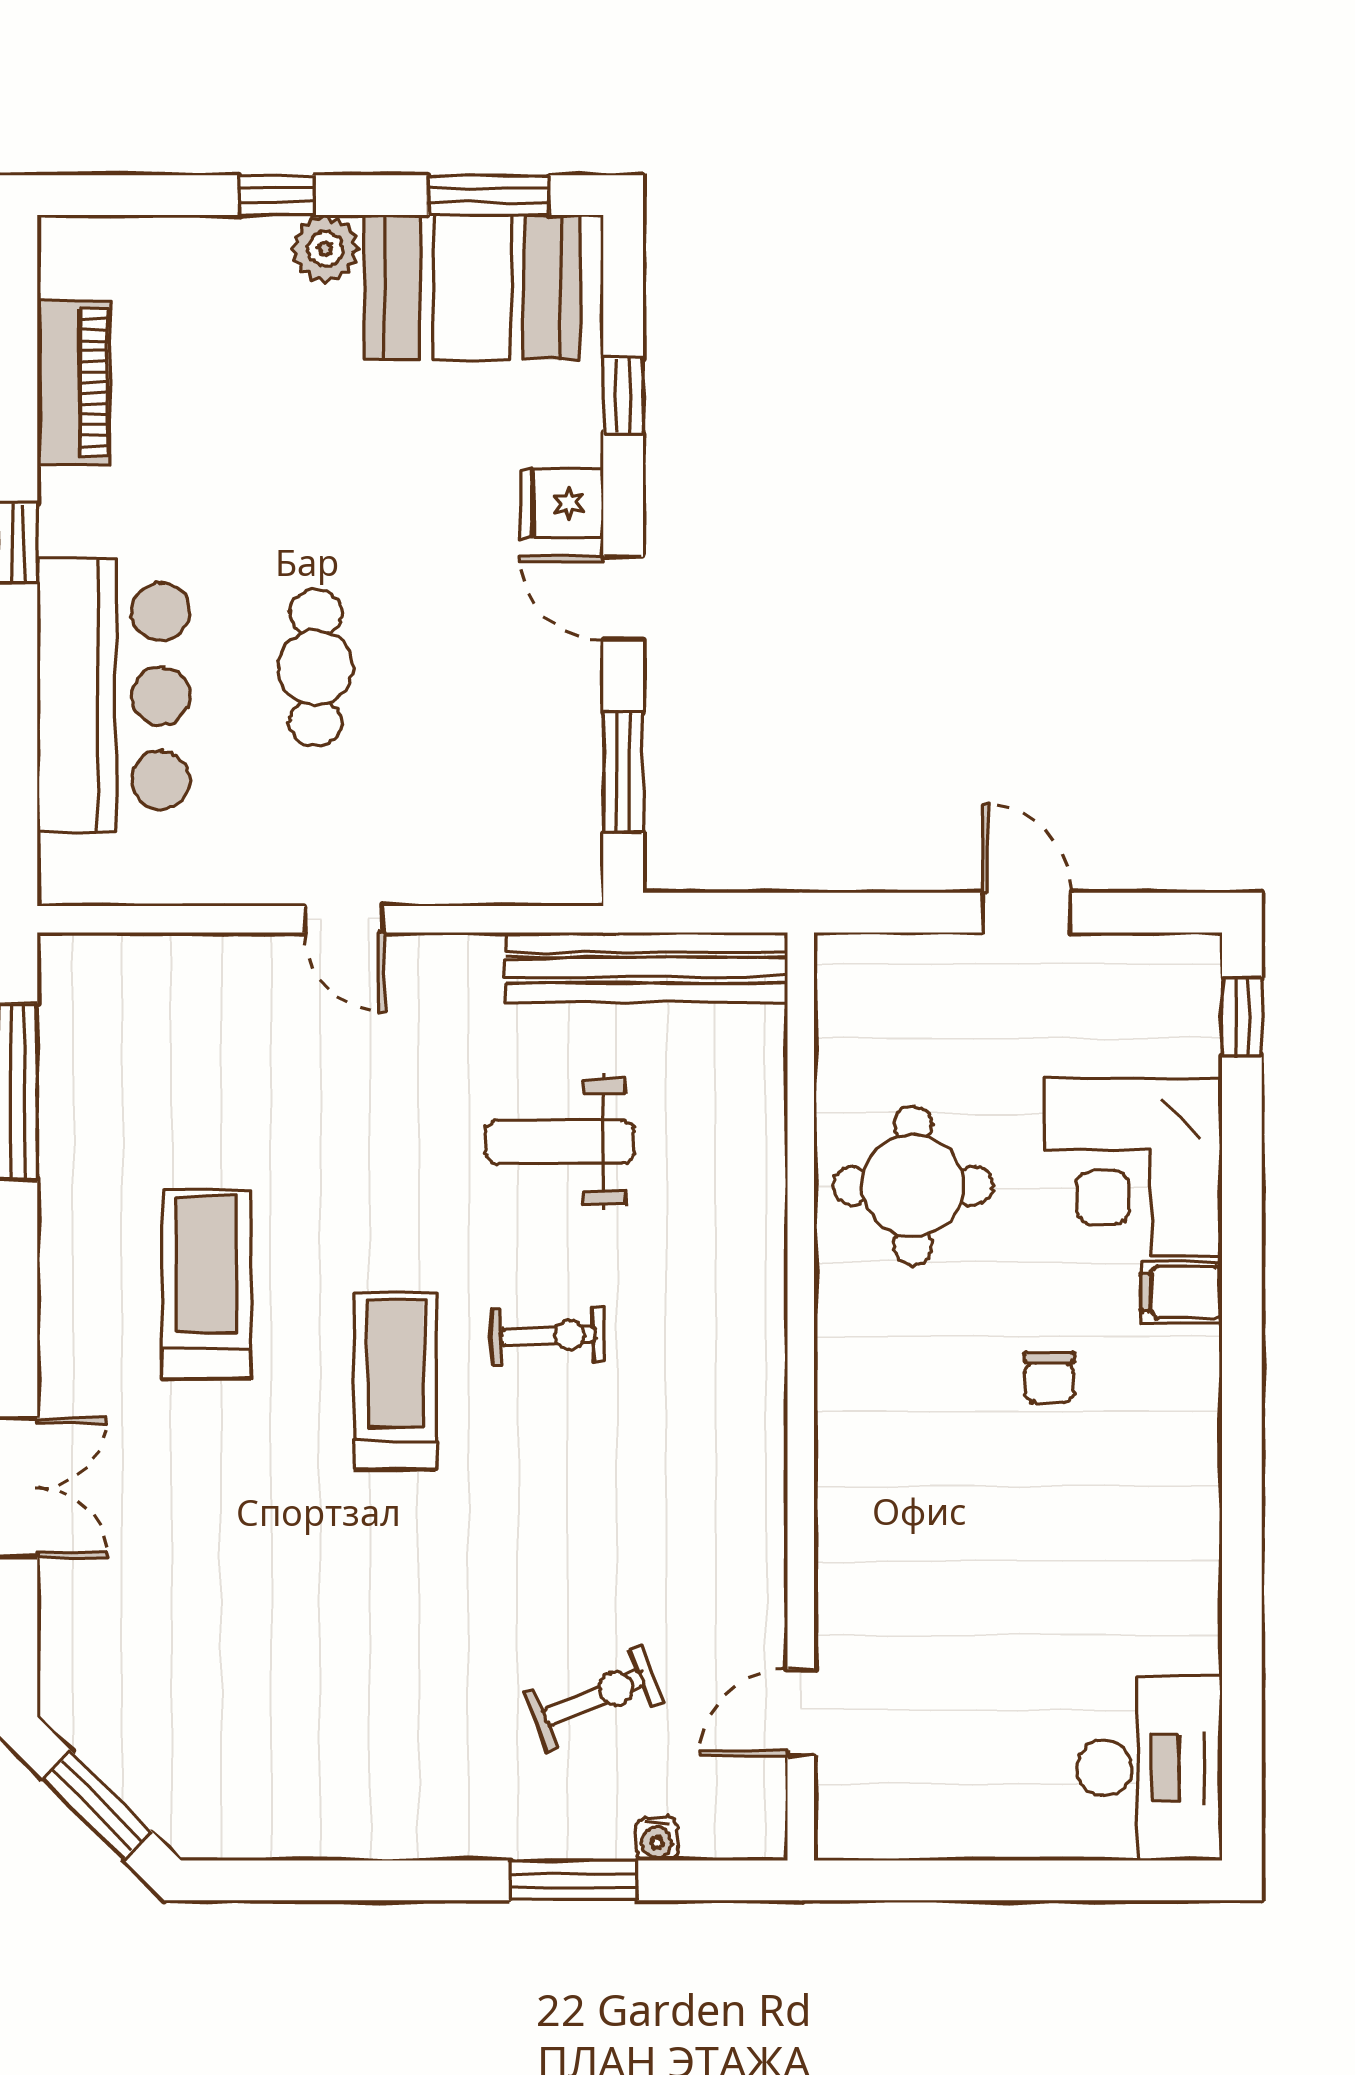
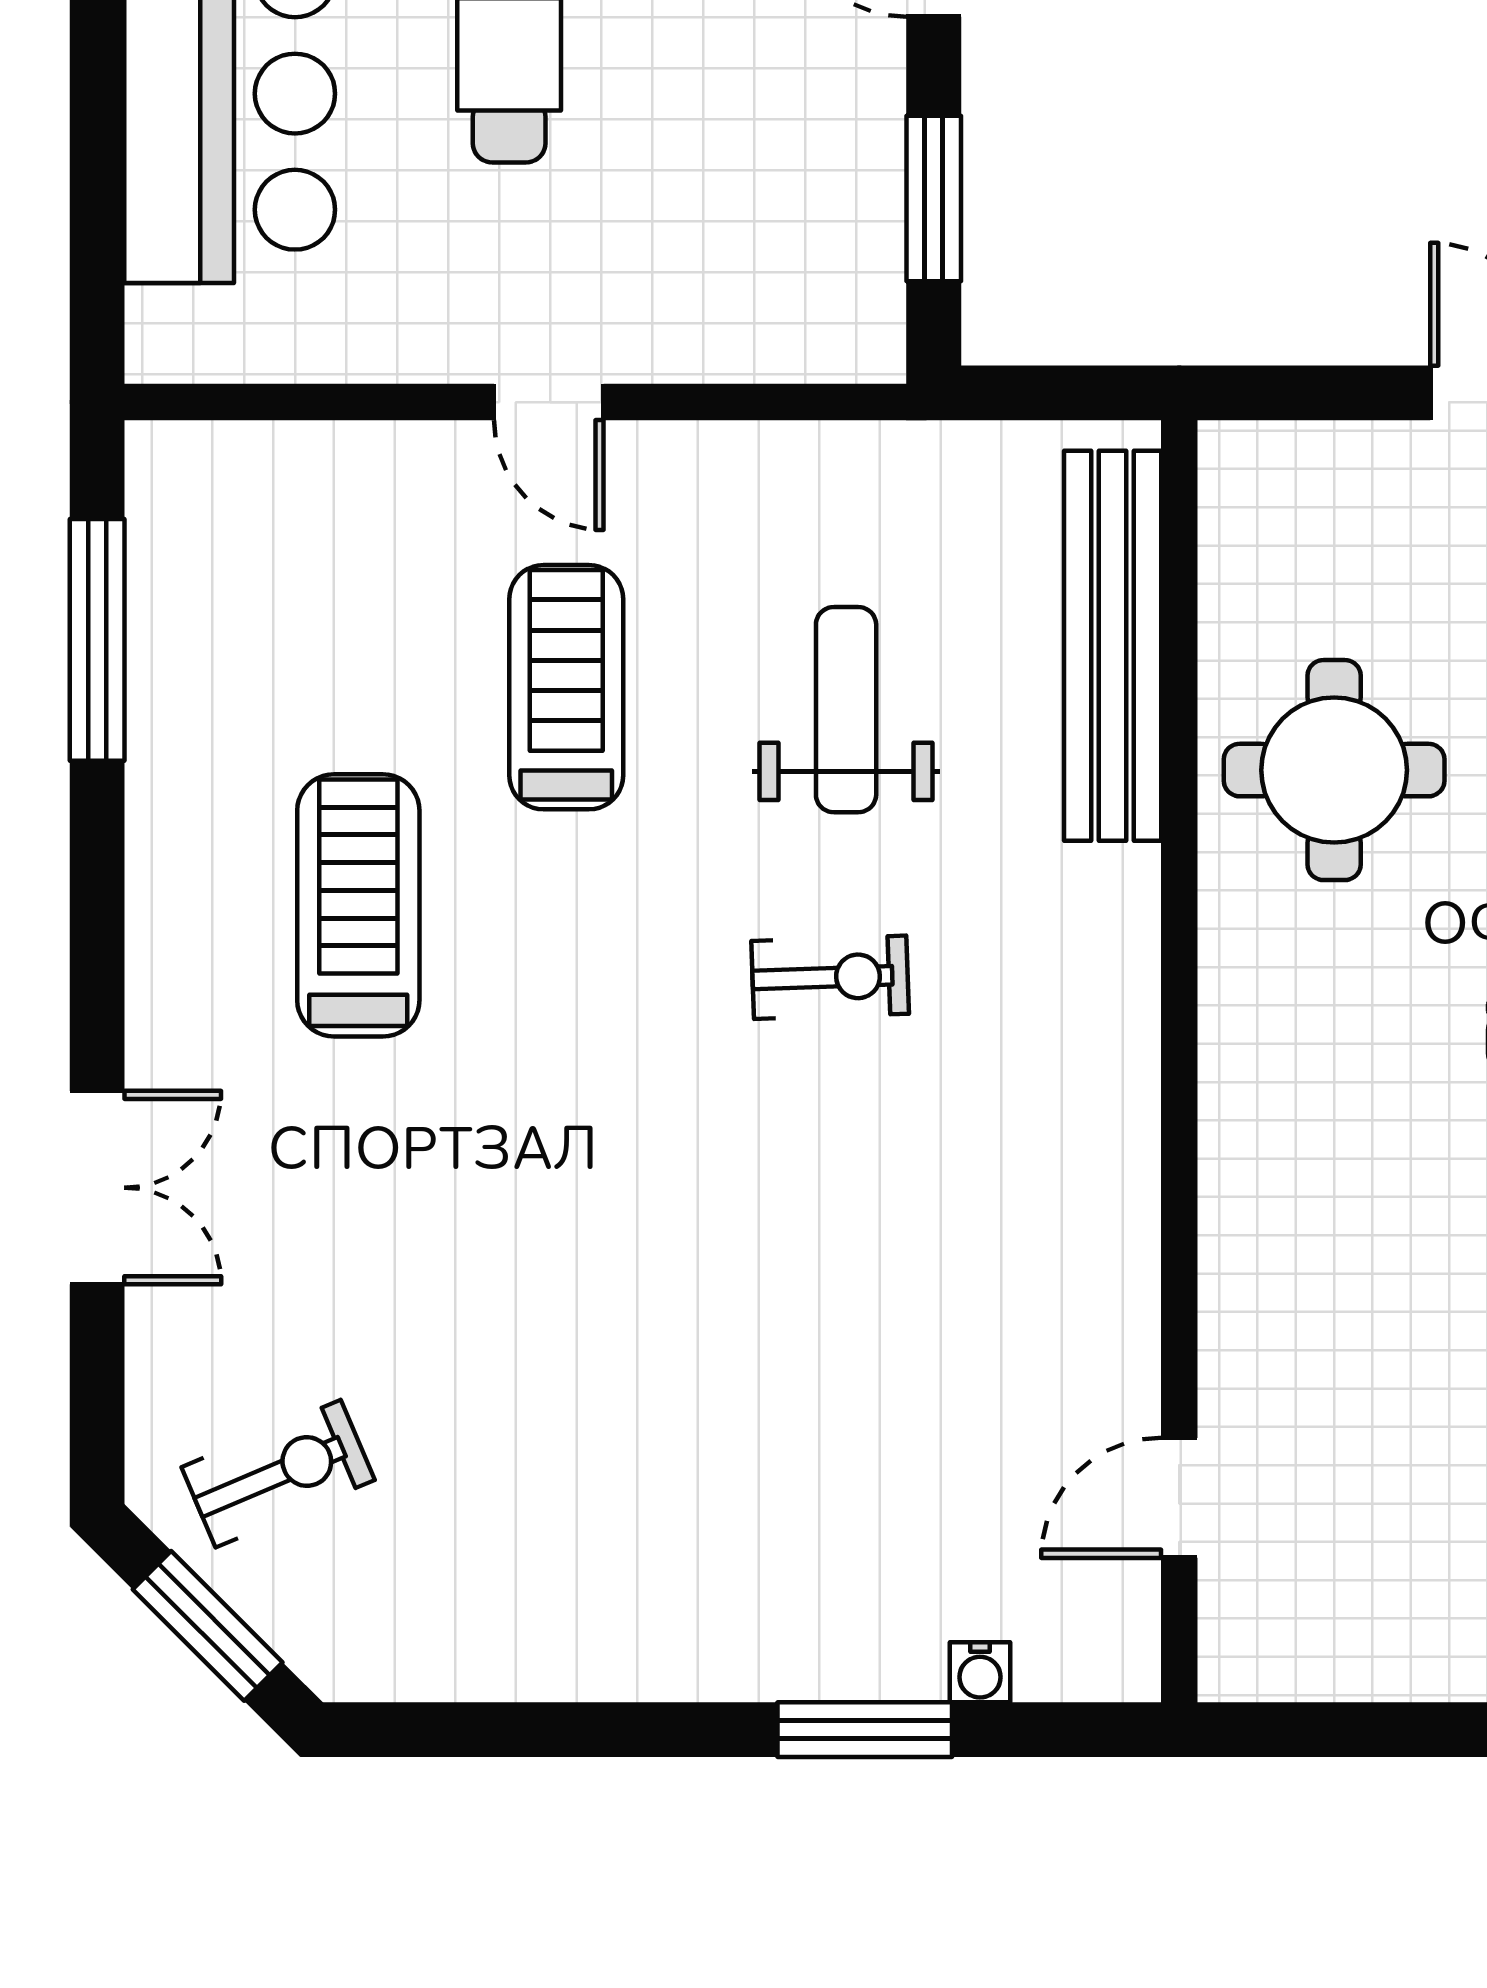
bench: (646, 968) -> (1113, 646), moved, turned 90
weight bench: (560, 1142) -> (846, 710), turned 90
treadmill: (396, 1381) -> (566, 687), moved
exercise bike: (594, 1698) -> (278, 1474), moved

